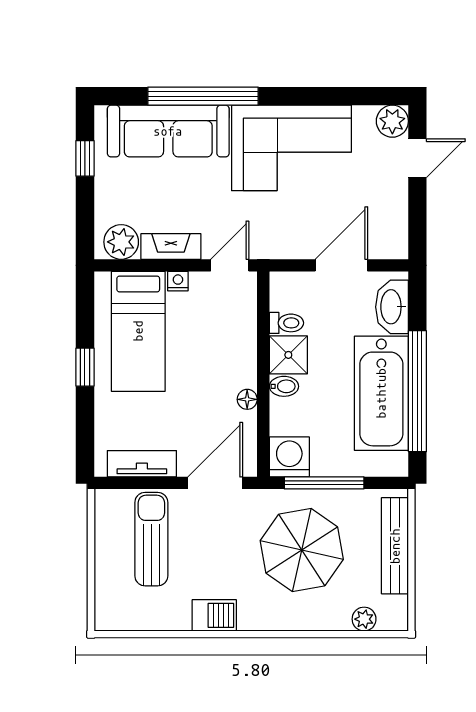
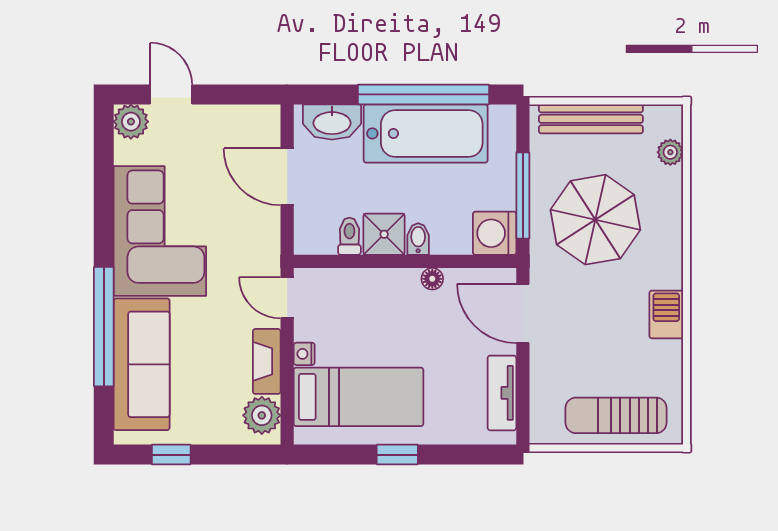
sun lounger: (151, 539) -> (616, 415), moved

